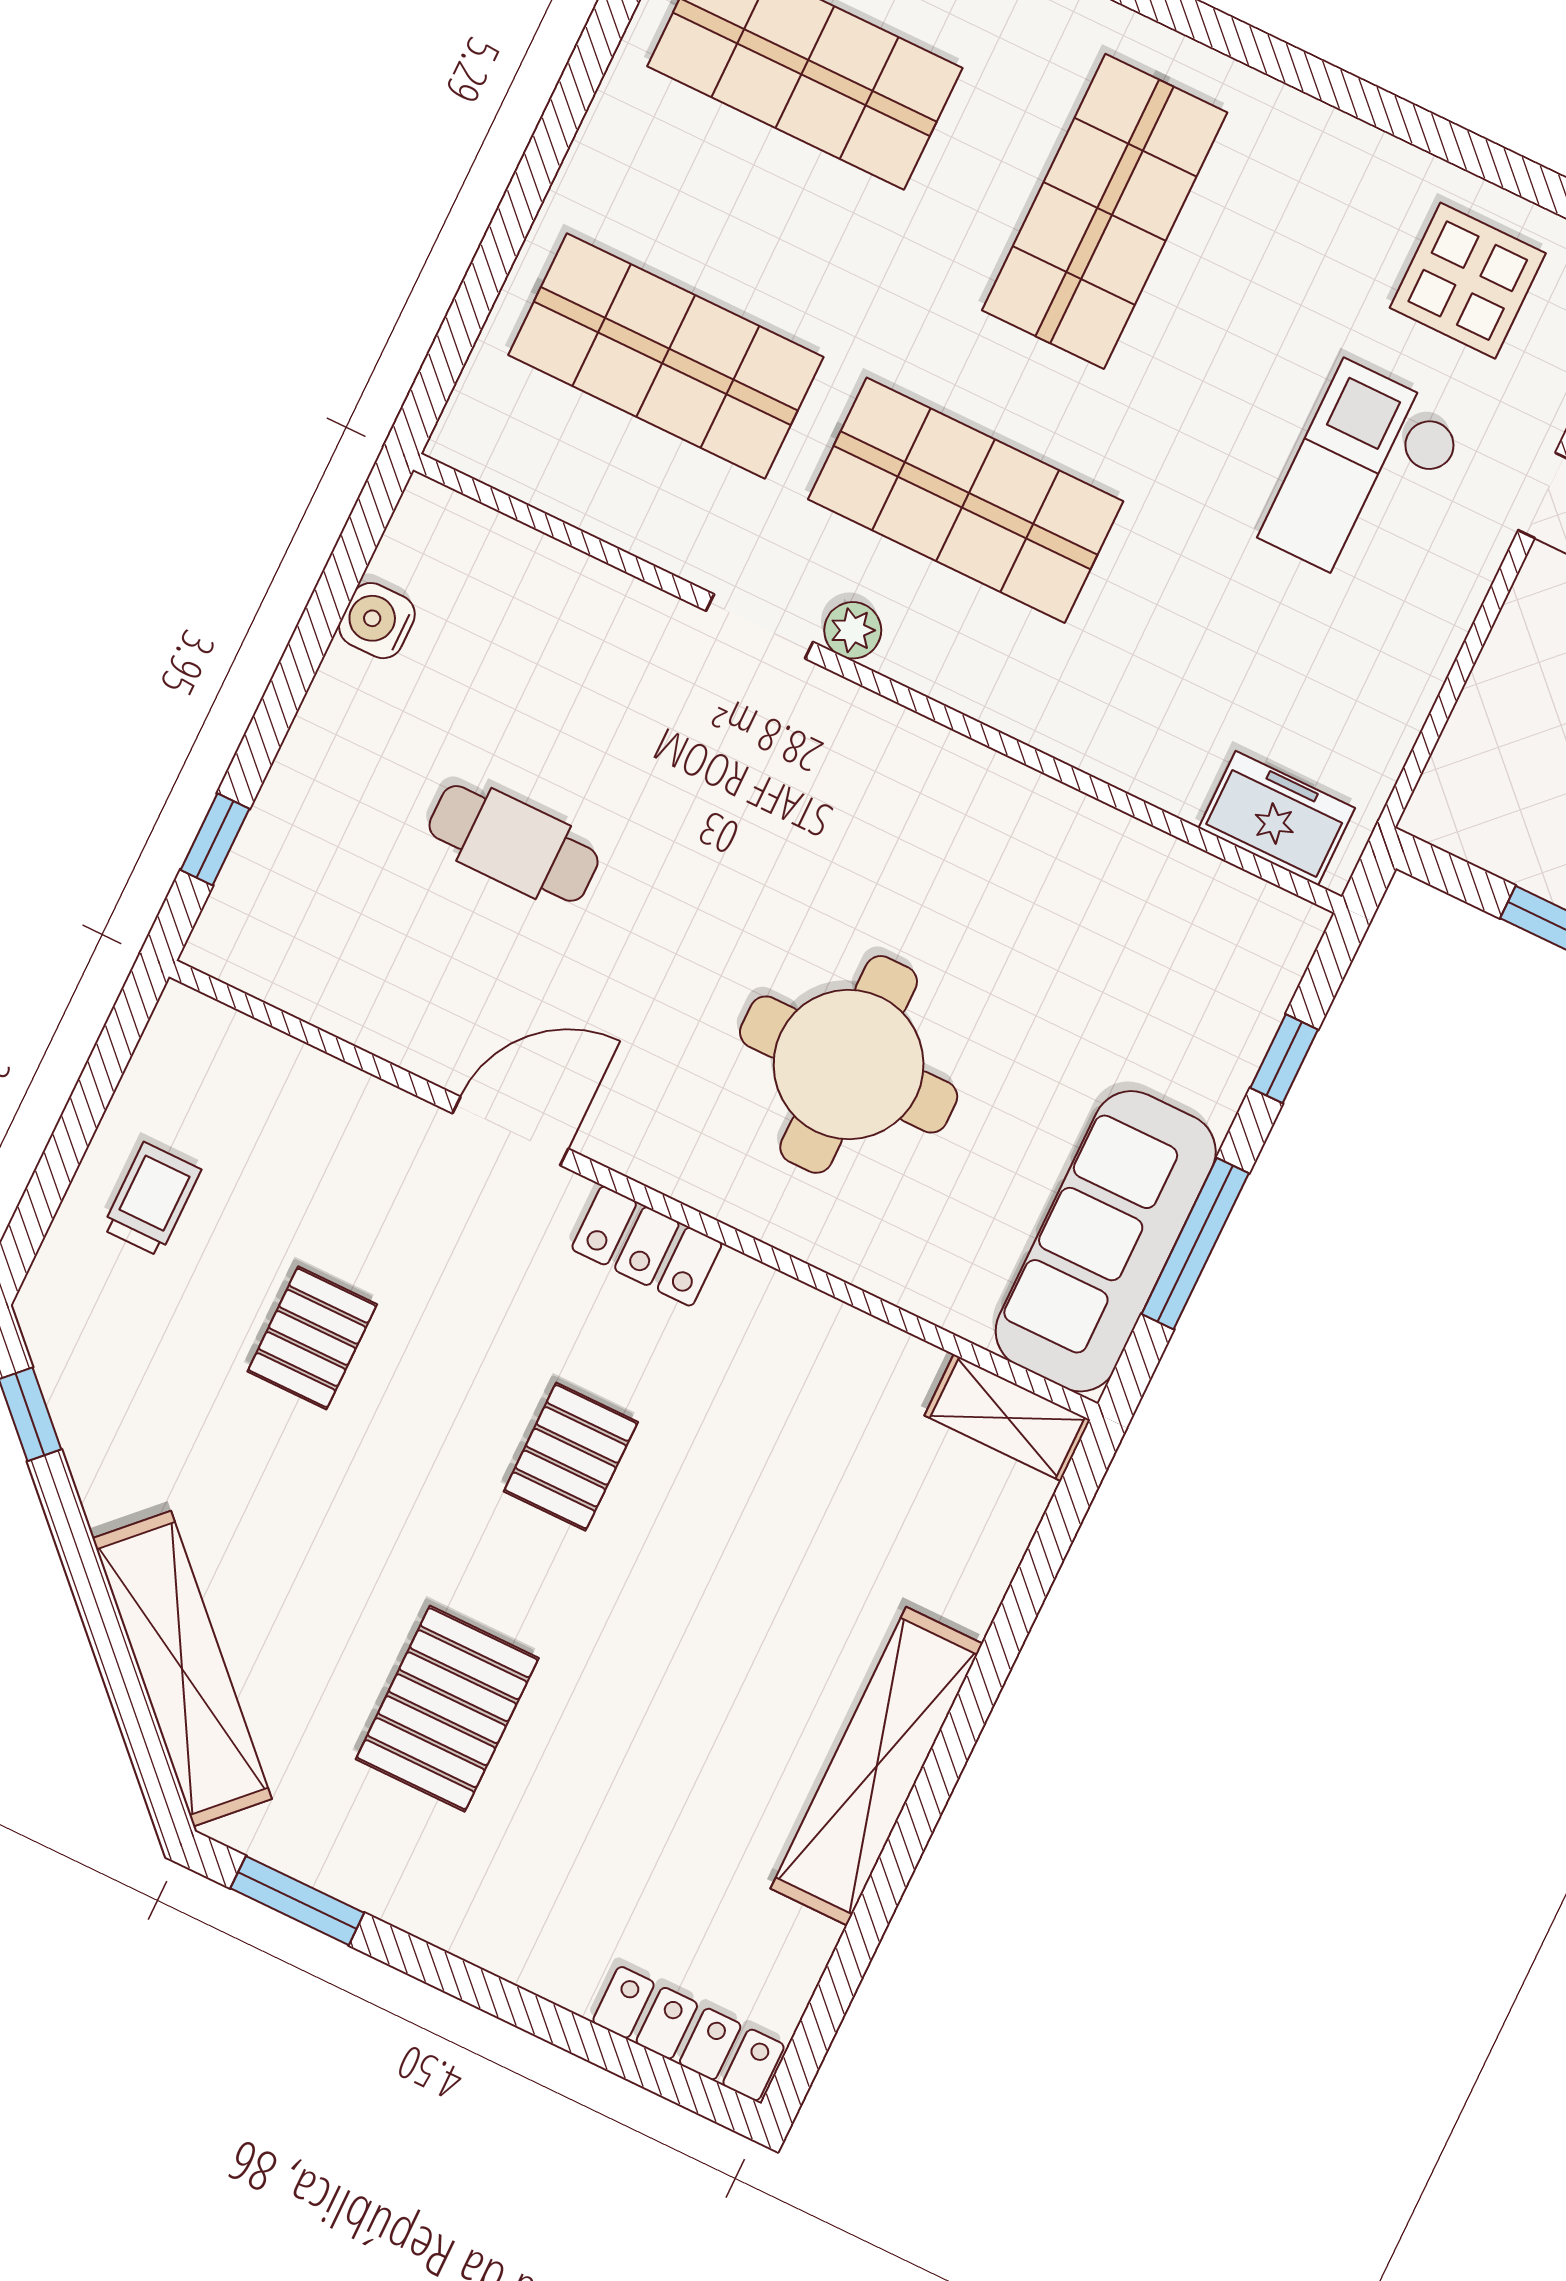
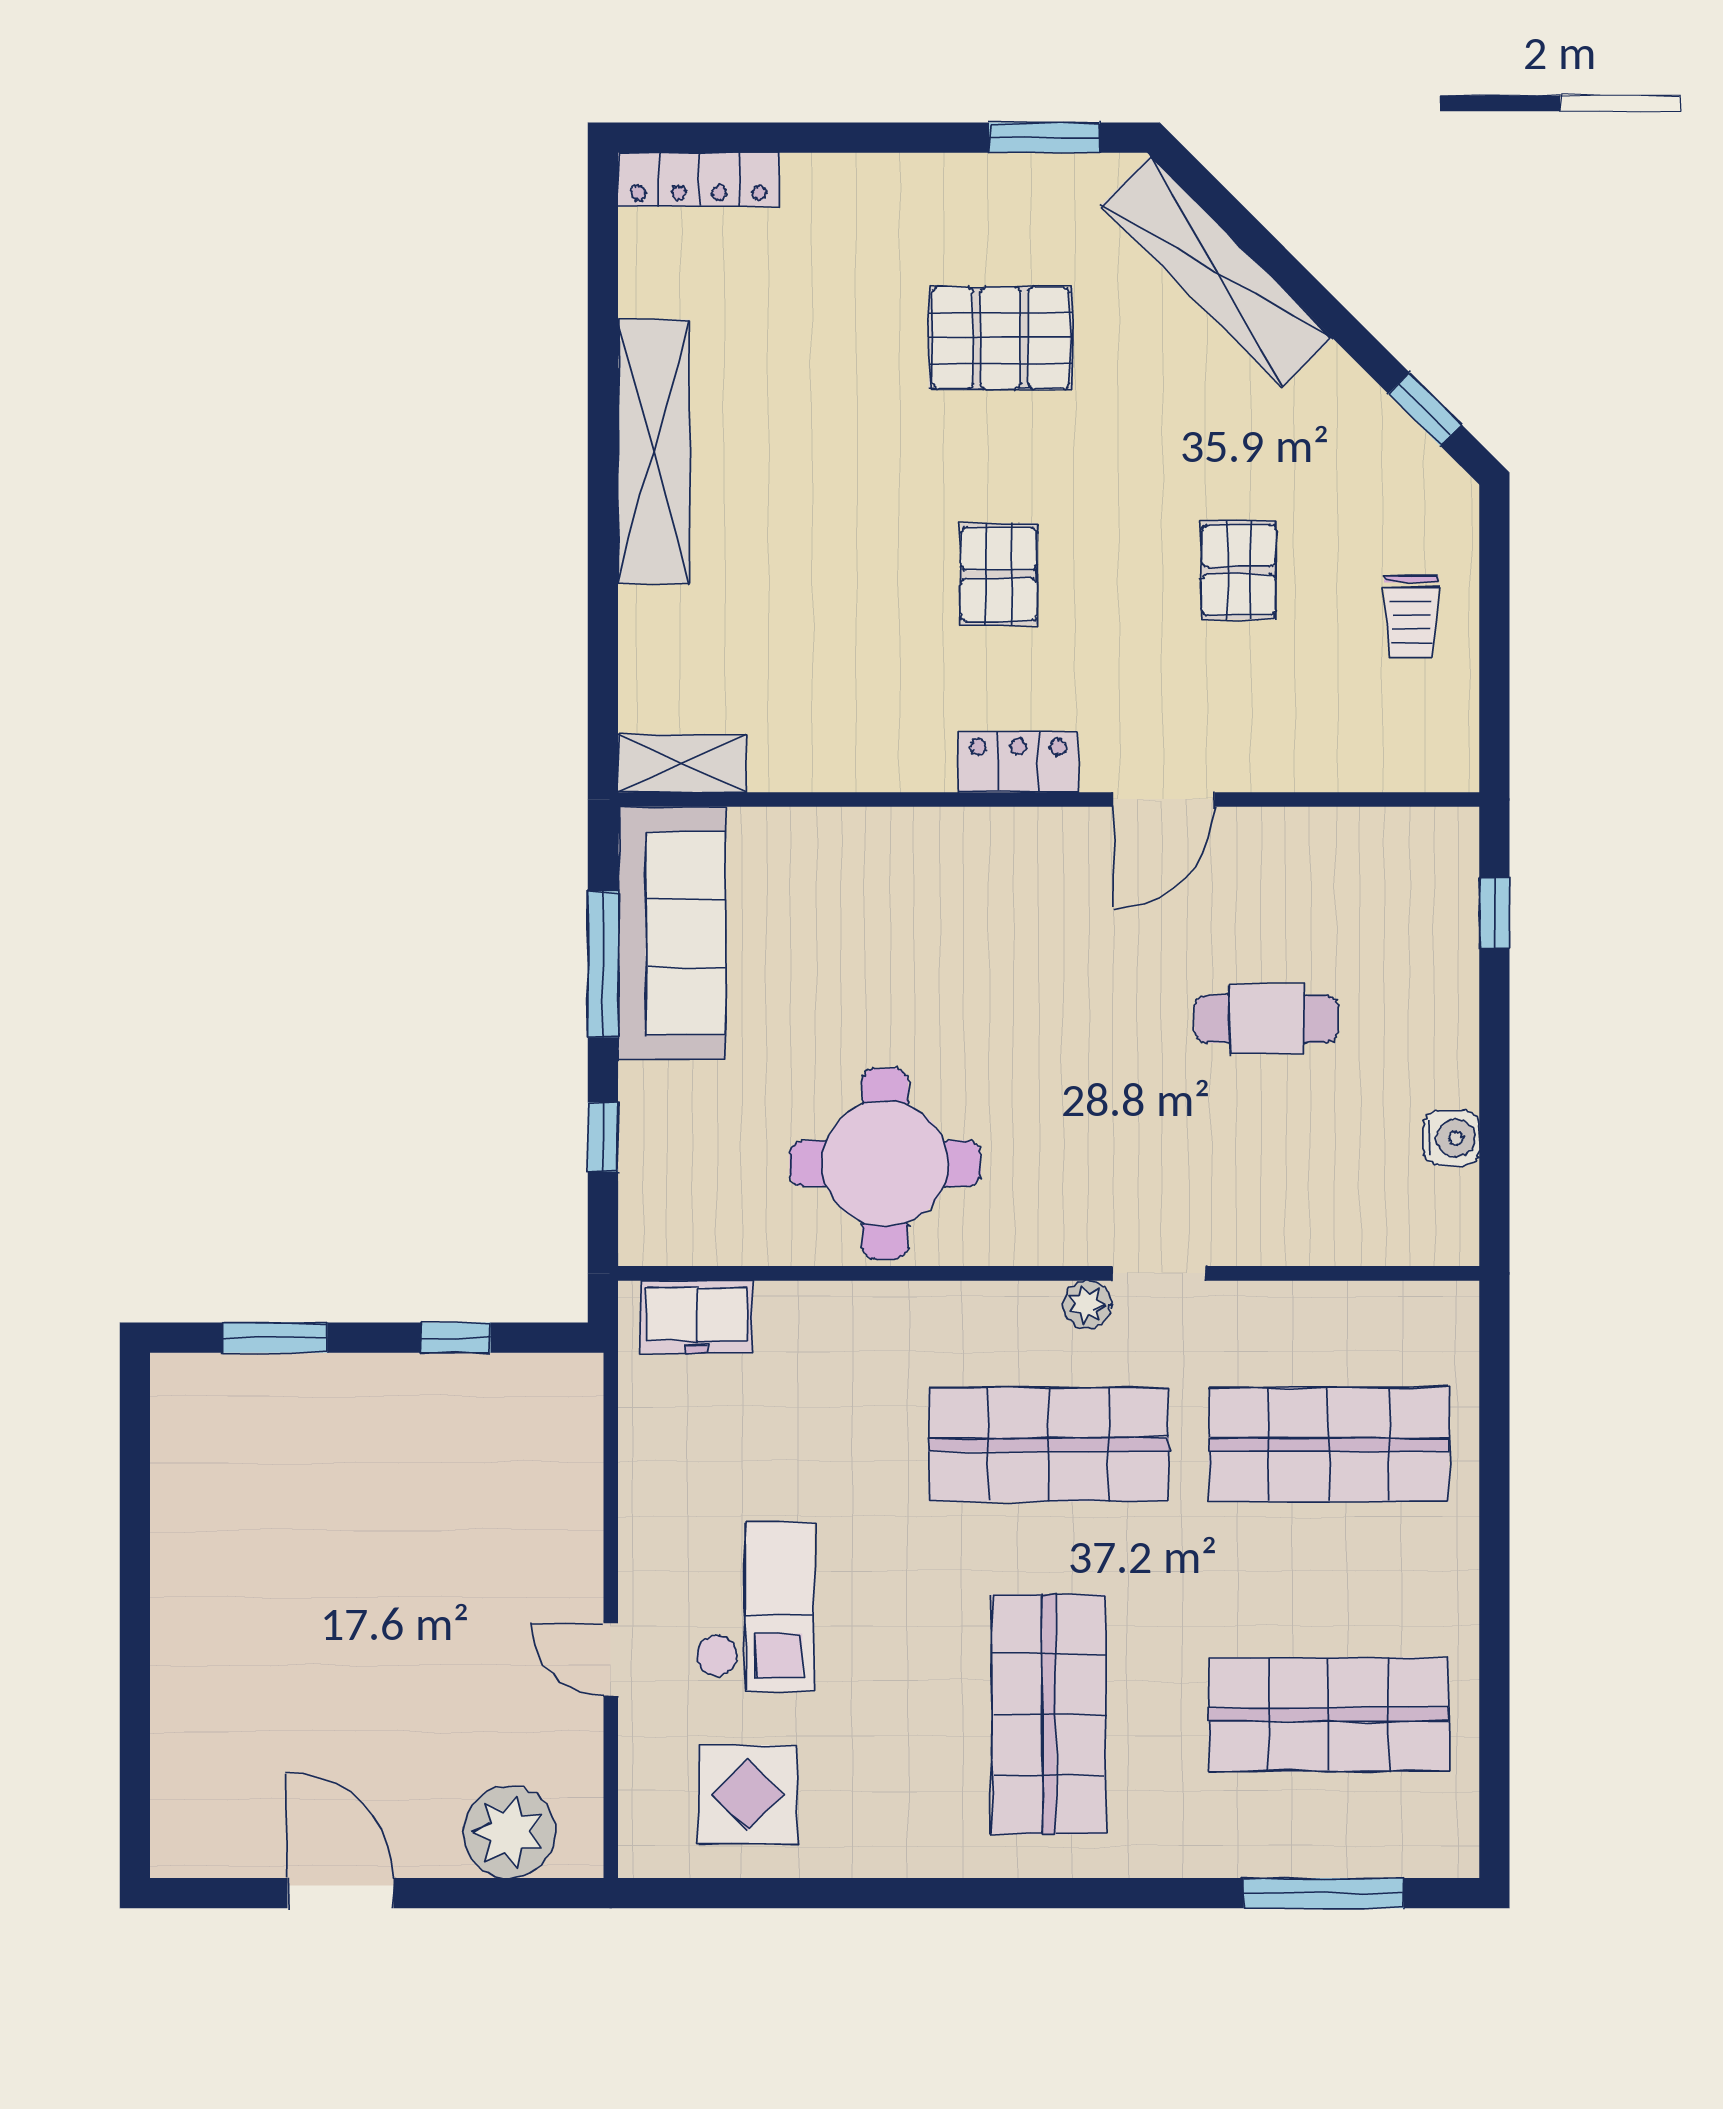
round table: (849, 1064) -> (885, 1164), moved
pallet: (447, 1709) -> (1001, 338), turned 90

